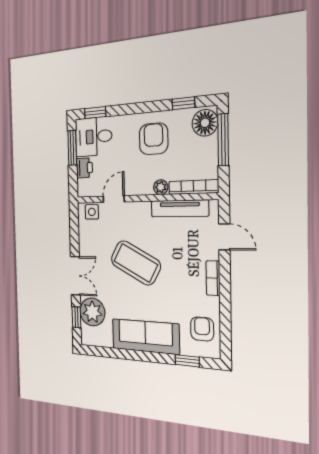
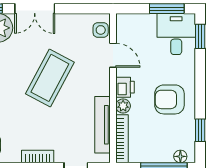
floor lamp: (205, 123) -> (180, 156), width x0.53, depth x0.53
armchair: (154, 139) -> (169, 99), turned 180
printer: (84, 168) -> (125, 87), moved, turned -90

